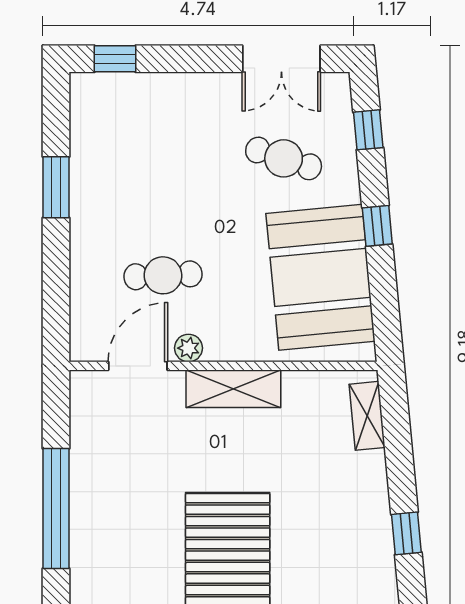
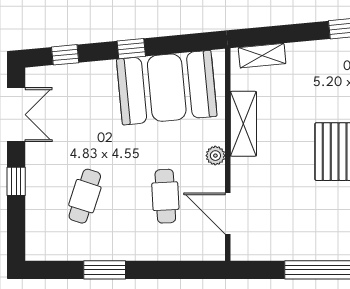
window: (115, 59) -> (16, 181), moved
cafe table: (284, 158) -> (85, 196), moved
plant: (188, 348) -> (215, 156), moved
shelving: (233, 389) -> (243, 124), moved

